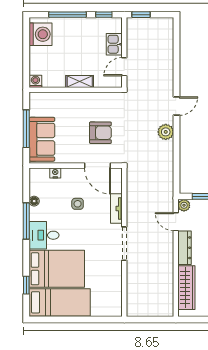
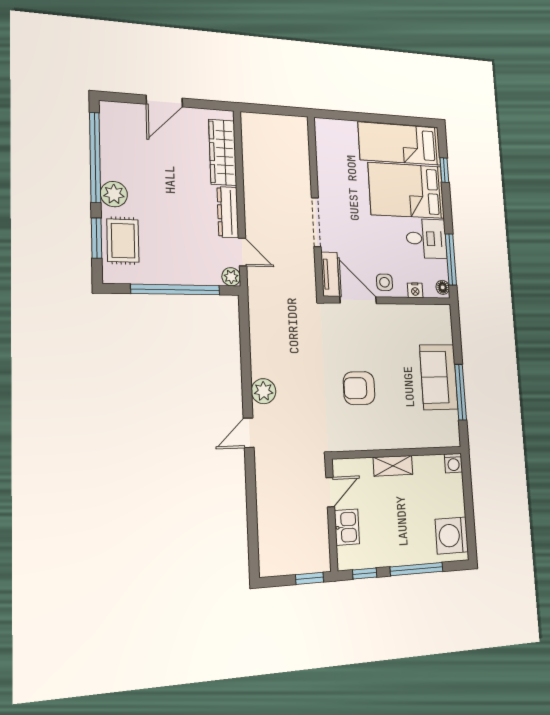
wall: (76, 166) -> (388, 300), moved
door: (97, 166) -> (358, 300), moved
nightstand: (55, 173) -> (415, 290), moved

